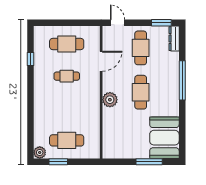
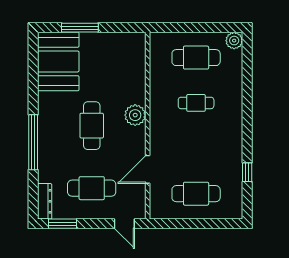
cafe table: (141, 48) -> (92, 188), turned 90
cafe table: (67, 76) -> (196, 103), moved
window: (58, 162) -> (208, 28), removed

